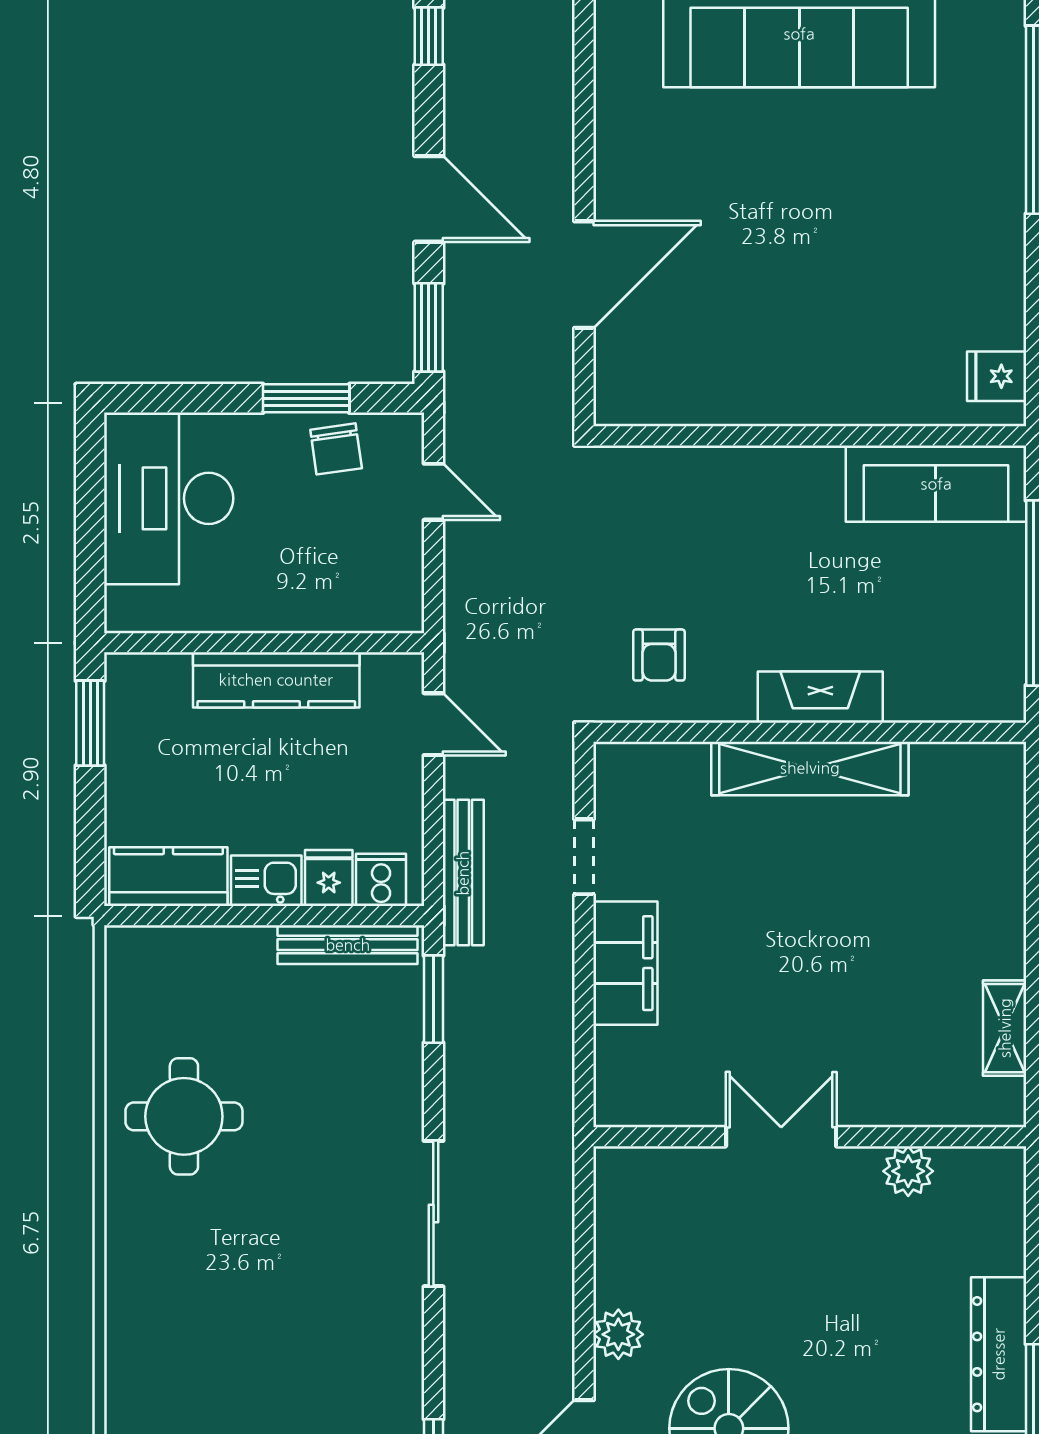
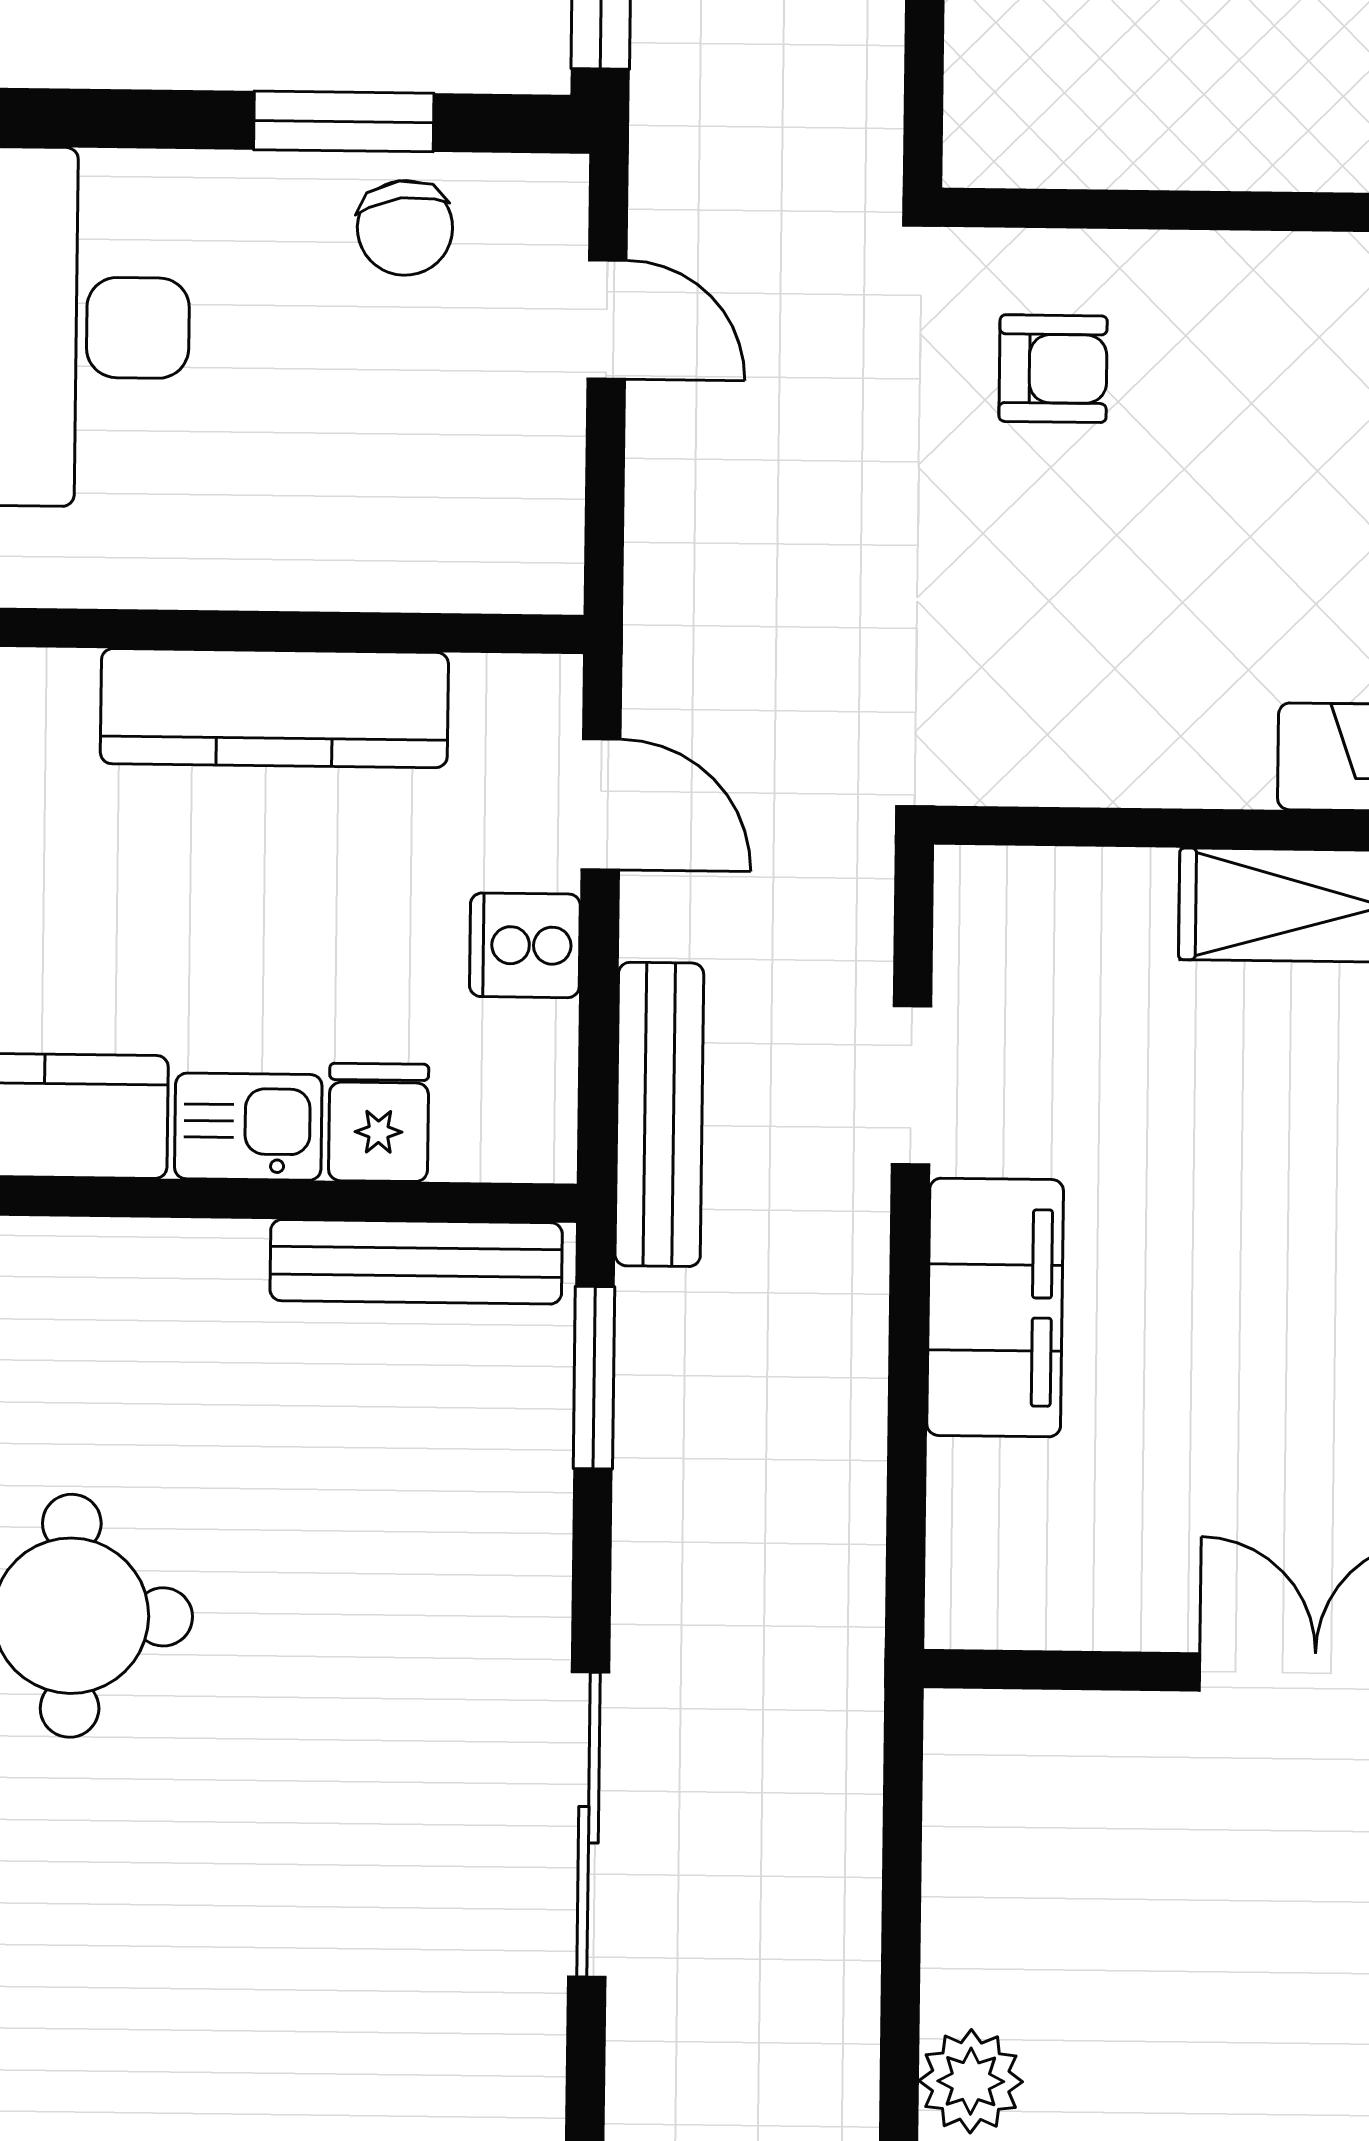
armchair: (659, 655) -> (1053, 369), moved, turned -90
cooker: (381, 880) -> (525, 945), moved, turned -90

